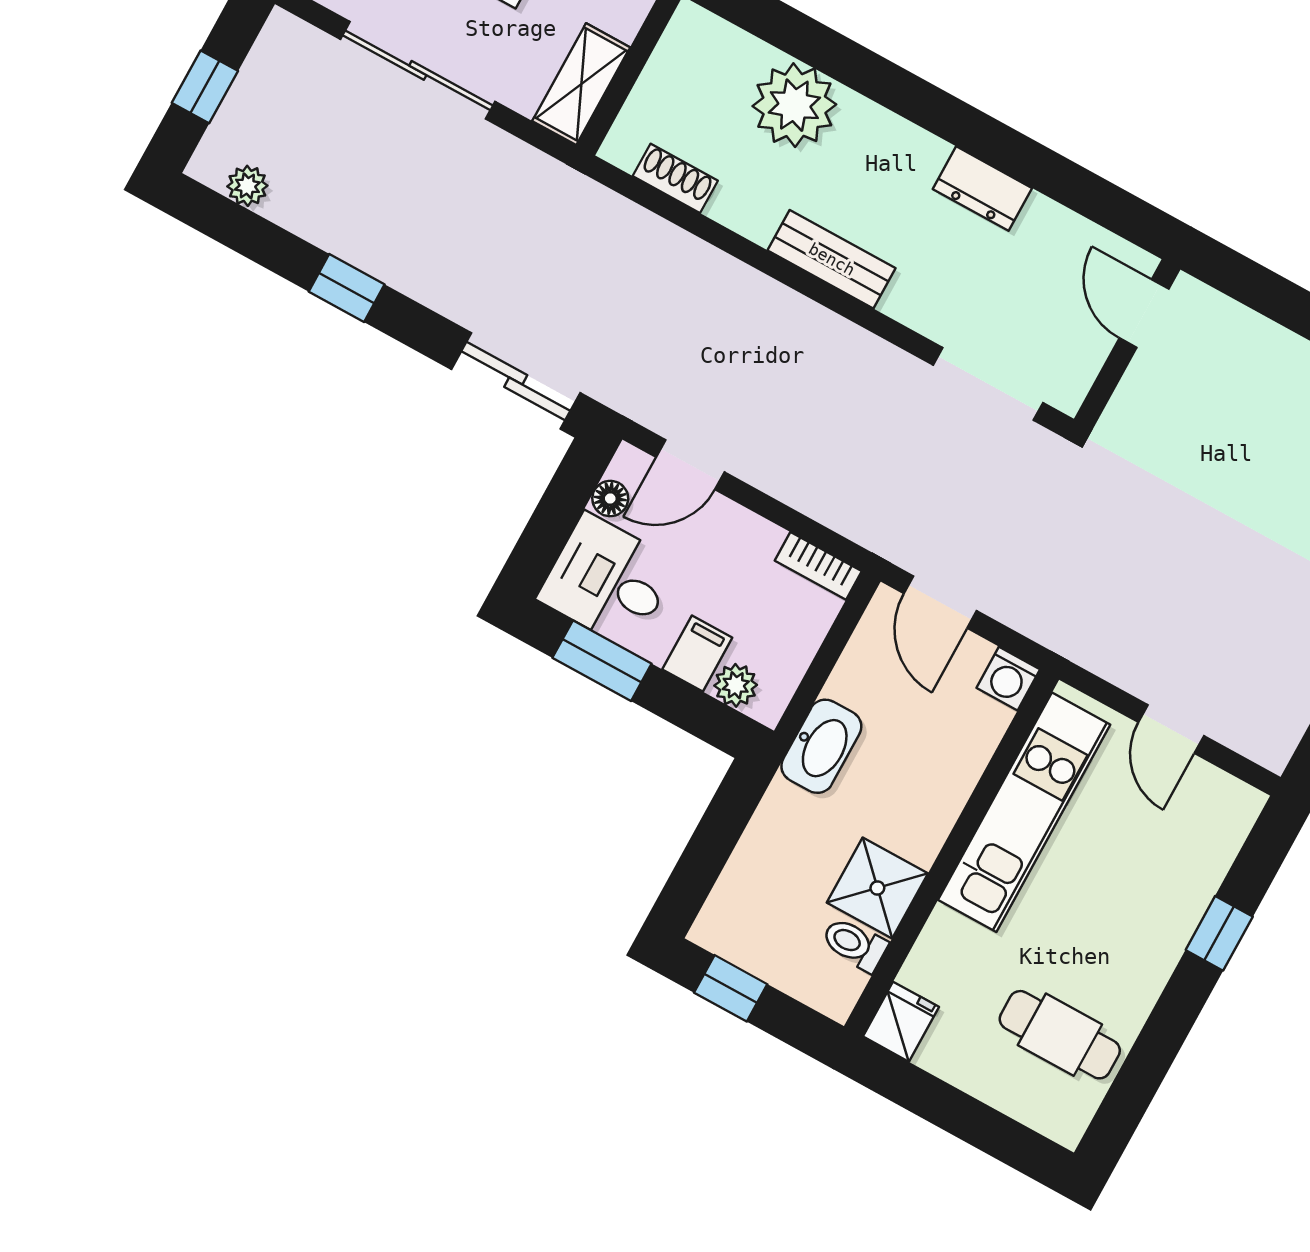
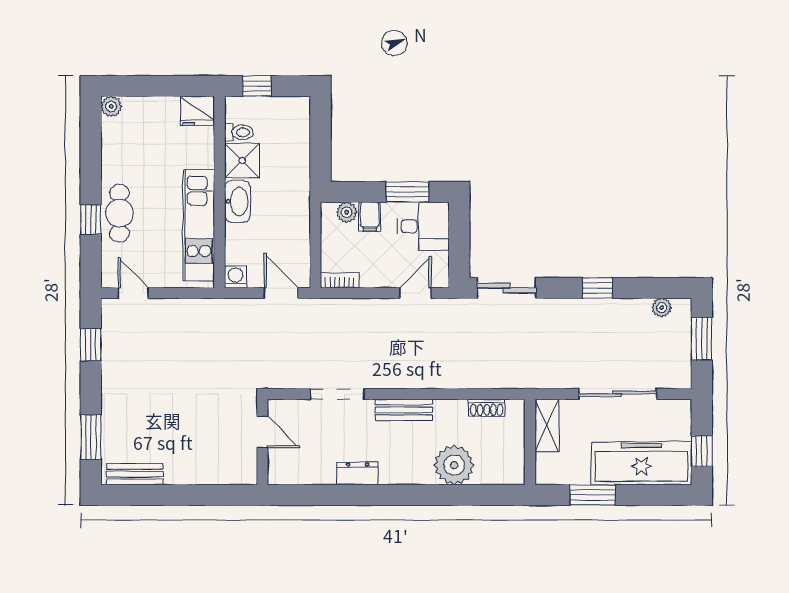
window: (205, 87) -> (702, 339), width x1.50
door: (1144, 313) -> (262, 432), moved
doorway: (988, 384) -> (337, 394), moved
floor lamp: (610, 499) -> (441, 261), removed
door: (1171, 729) -> (133, 293), moved
washbasin: (821, 746) -> (237, 201), moved, turned 180
window: (731, 988) -> (257, 86), moved
fridge: (901, 1022) -> (197, 111), width x1.38
cafe table: (1060, 1035) -> (119, 213), moved, turned 90
plant: (1065, 1123) -> (111, 106), added

